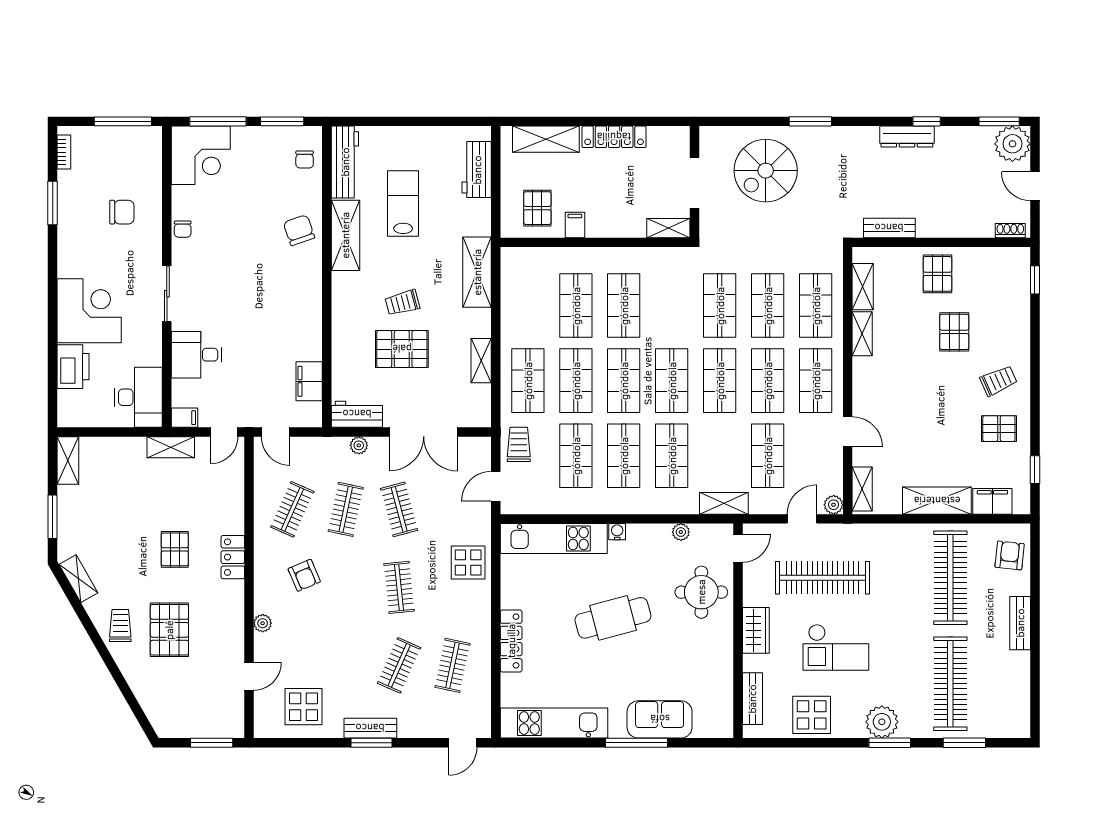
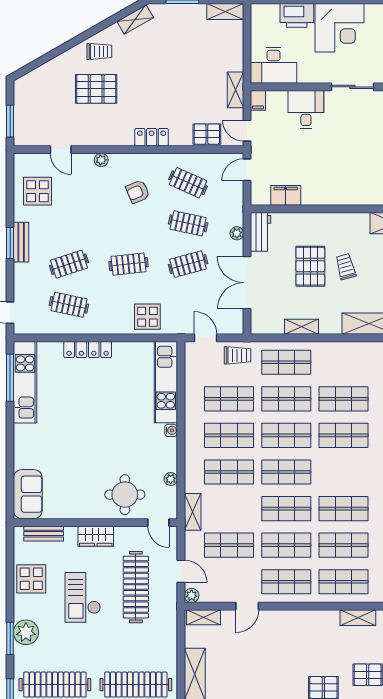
shelving: (862, 334) -> (322, 617), removed
pallet: (175, 549) -> (207, 134), moved
cafe table: (613, 618) -> (105, 427), removed
clothes rail: (399, 665) -> (69, 264), turned -42
sofa: (660, 719) -> (28, 494), moved
window: (636, 743) -> (10, 378), moved

